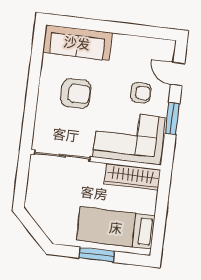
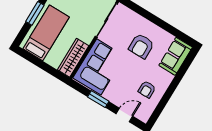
sofa: (77, 43) -> (176, 56), width x0.73
armchair: (141, 93) -> (147, 89), moved

